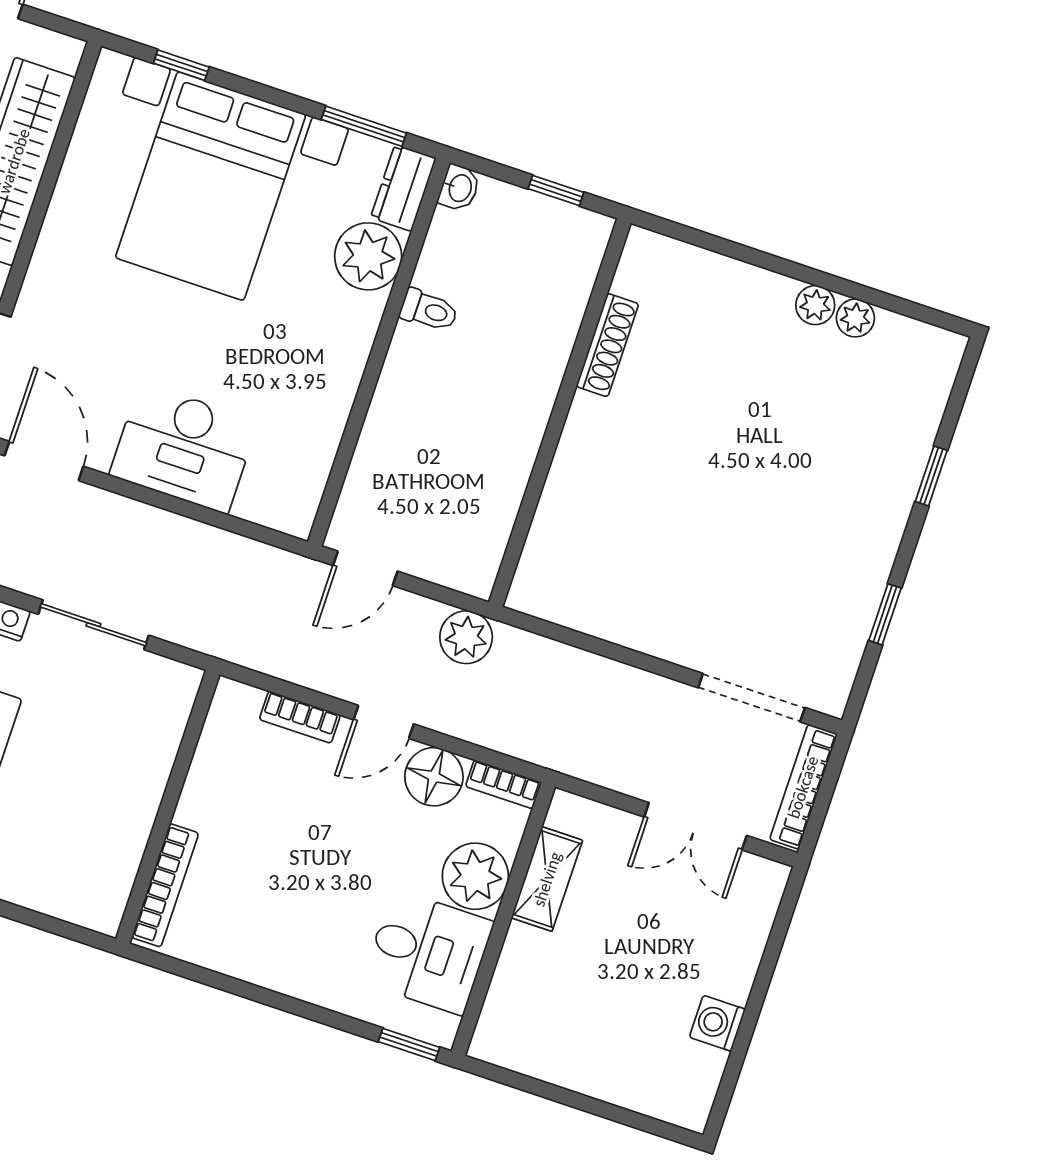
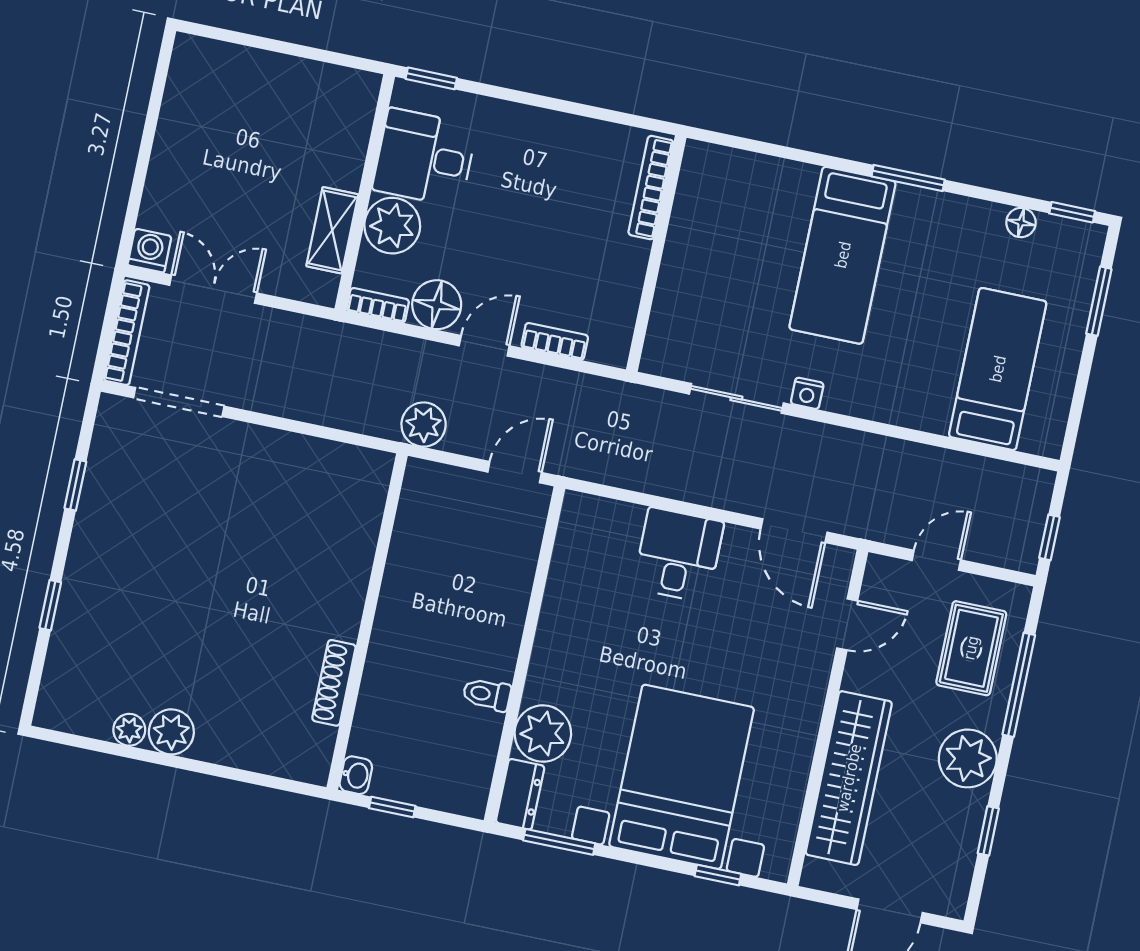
washbasin: (459, 188) -> (356, 775), moved, turned 180
plant: (815, 305) -> (171, 732), width x1.38, depth x1.38
desk: (184, 448) -> (678, 555), width x0.73
washing machine: (717, 1023) -> (150, 251), moved, turned -90

